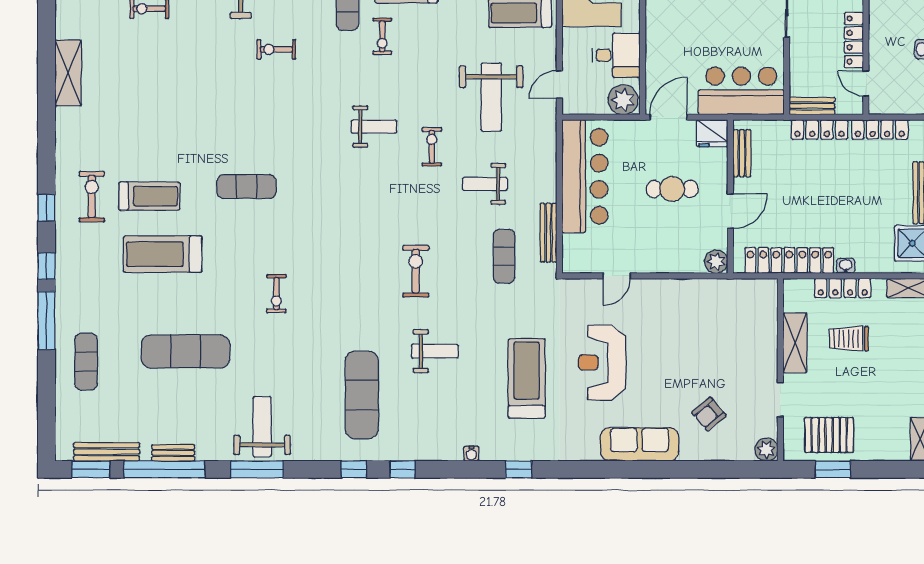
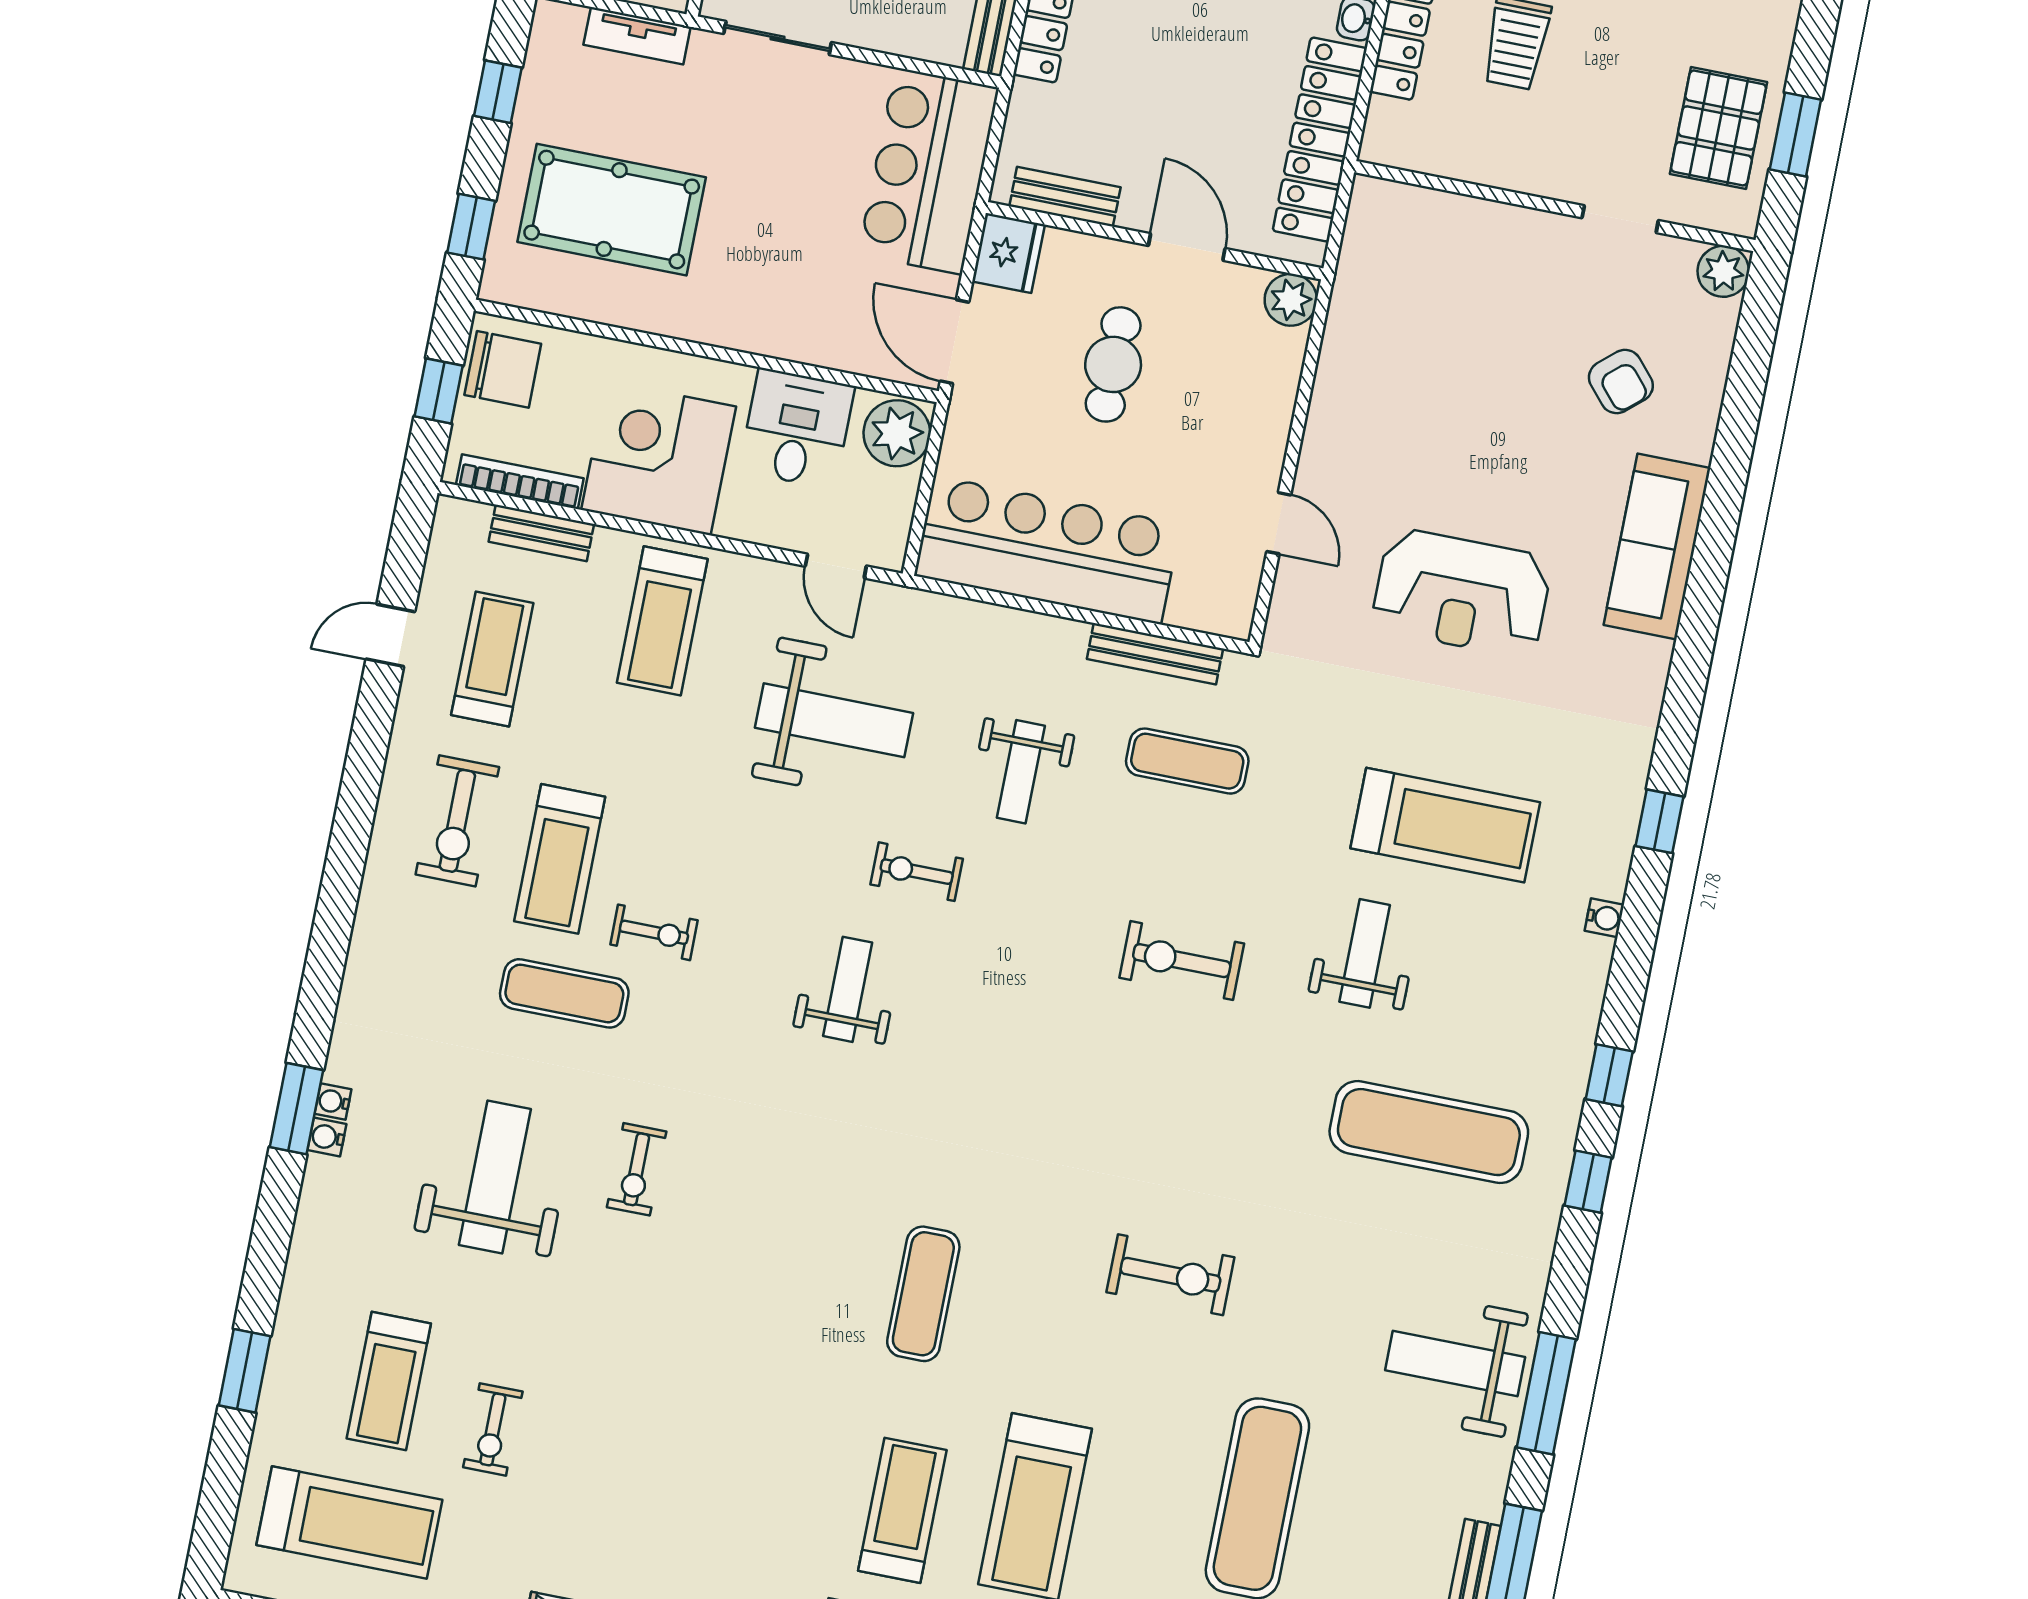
exercise bike: (276, 294) -> (1170, 1275), width x1.38, depth x1.39
shelving: (795, 343) -> (1502, 163), removed
treadmill: (527, 378) -> (1445, 825), moved, turned 180

